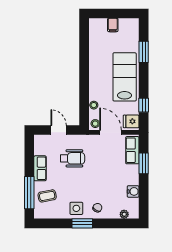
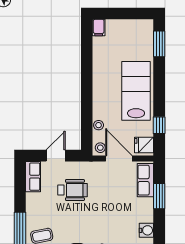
filing cabinet: (113, 25) -> (99, 28), moved
window: (144, 52) -> (159, 44), moved
door: (59, 130) -> (56, 156), hinge flipped
row of seats: (40, 168) -> (33, 177), moved

